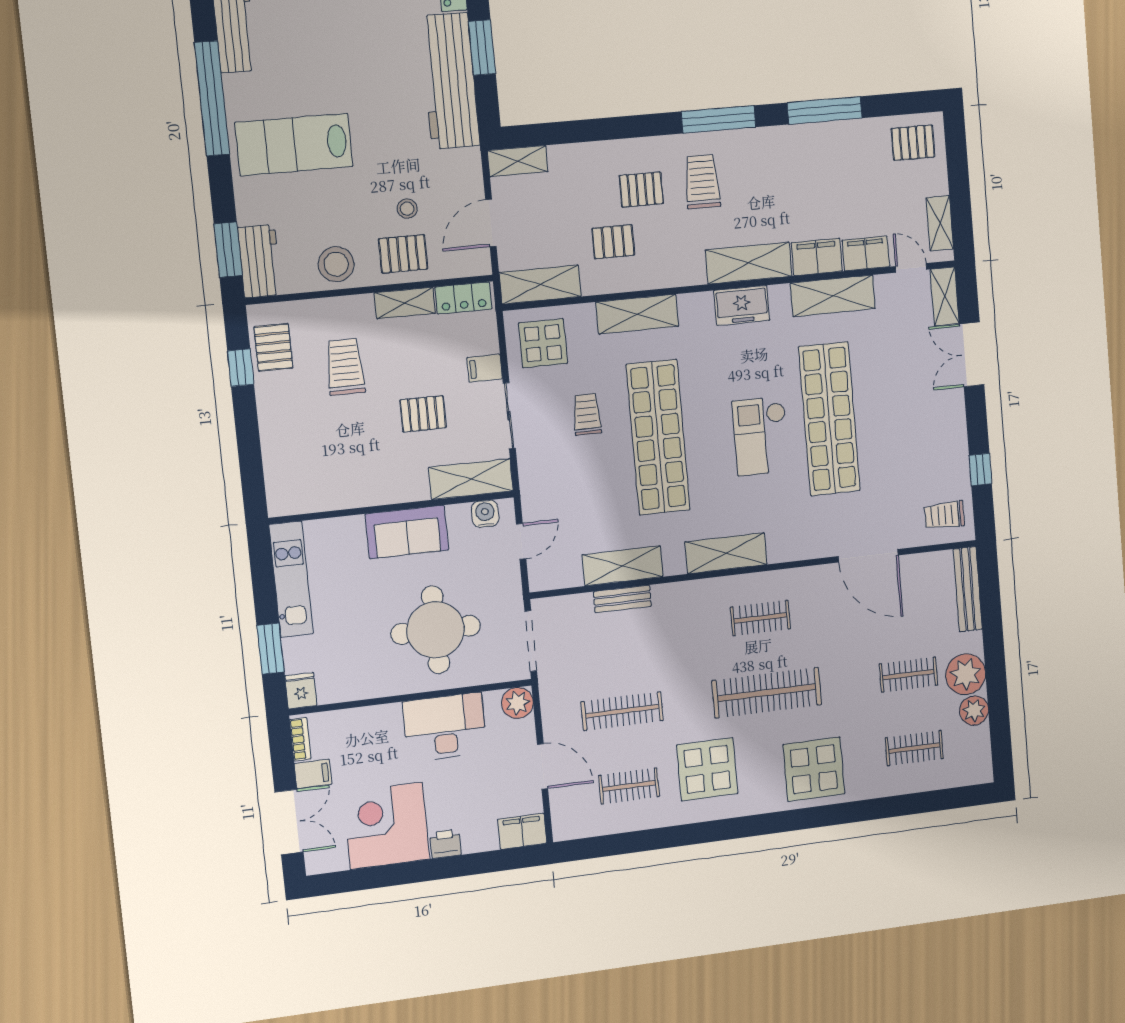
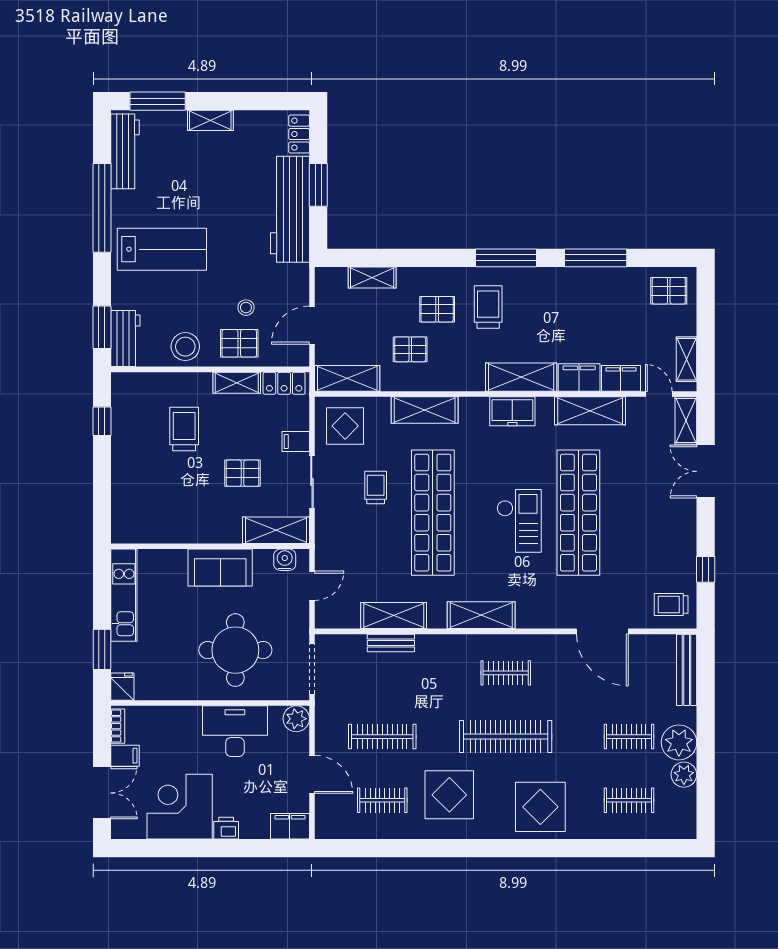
lab bench: (294, 145) -> (162, 249), turned 180
shelving: (518, 161) -> (372, 278), moved
pallet: (273, 347) -> (129, 408), removed
checkout: (761, 436) -> (519, 521), turned 180

